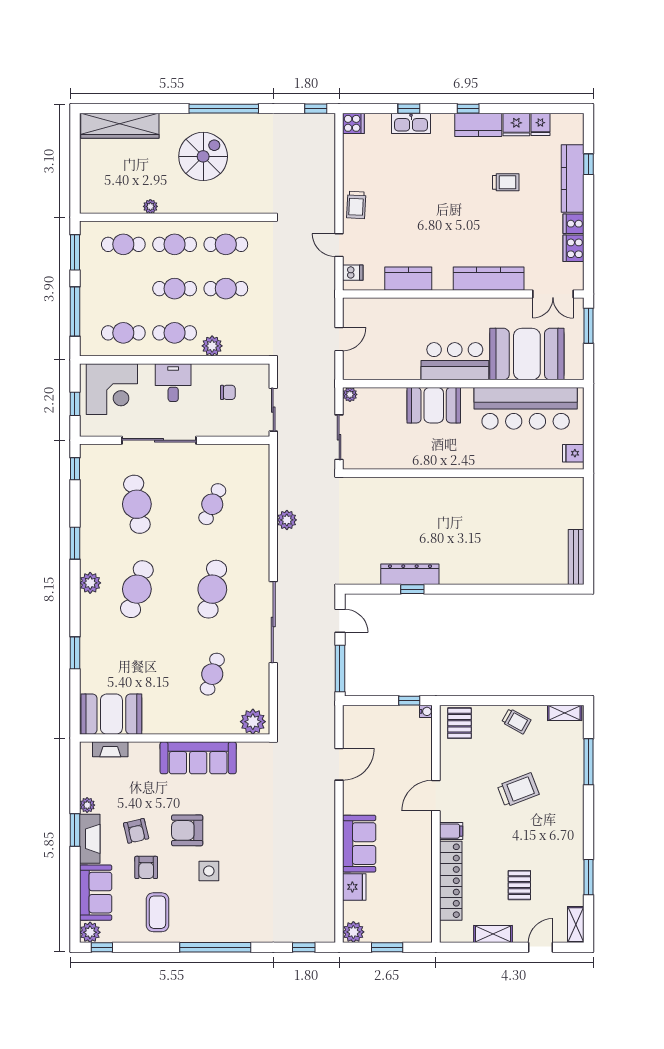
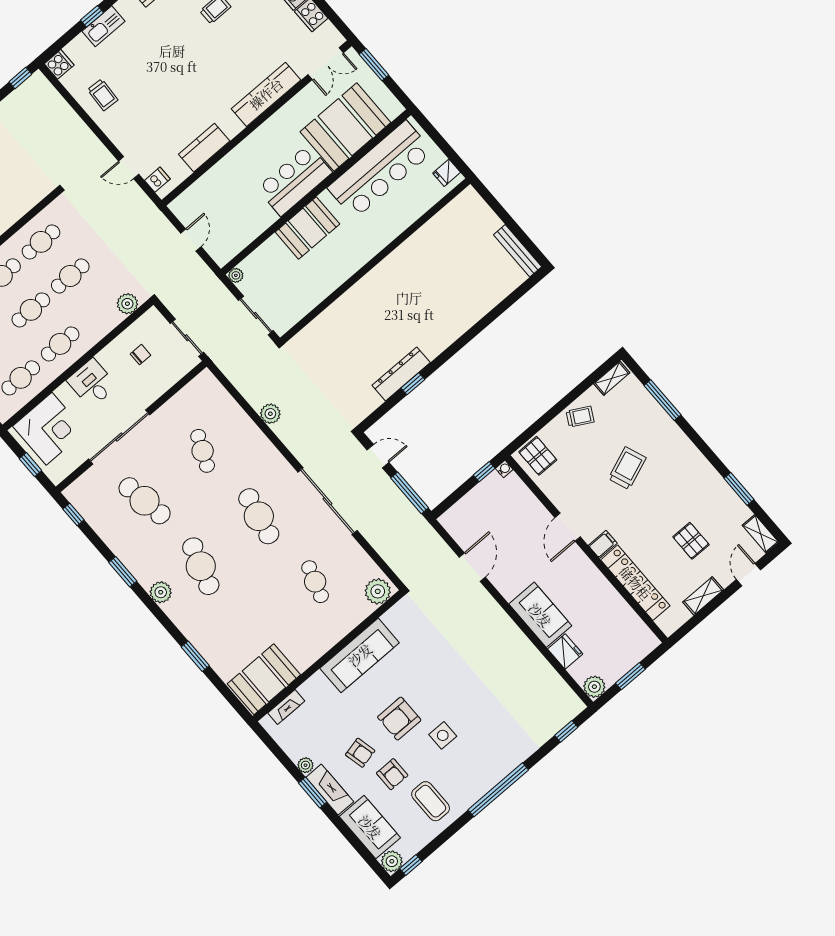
trolley: (356, 205) -> (103, 95), moved
plant: (212, 346) -> (127, 304), moved

